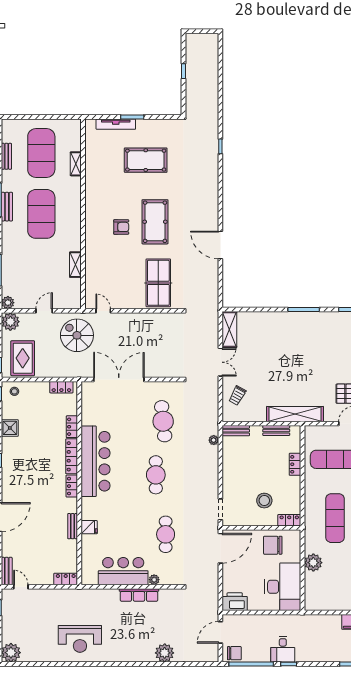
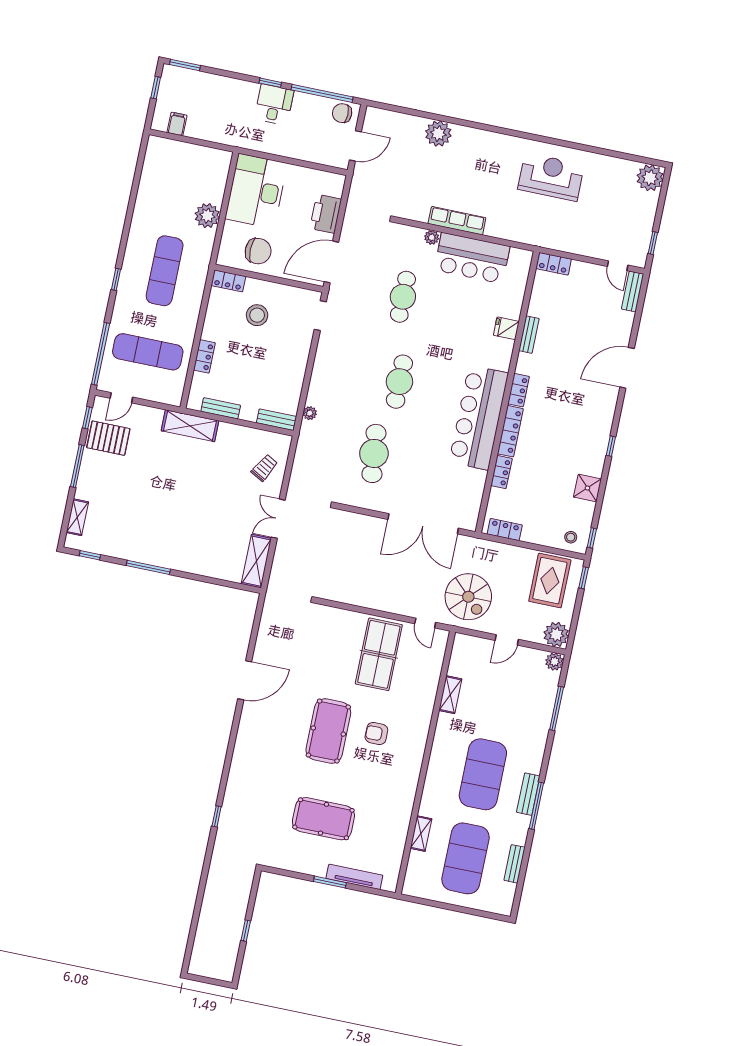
door: (220, 245) -> (245, 680), hinge flipped
table tennis table: (158, 283) -> (379, 654), moved
shelving: (295, 414) -> (190, 426), width x0.68
printer: (235, 602) -> (326, 214), moved, turned 90

